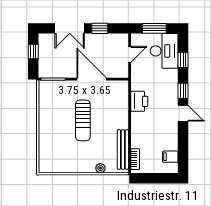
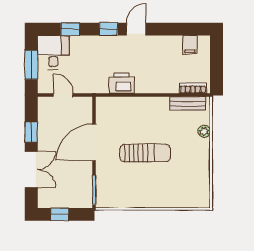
desk: (164, 51) -> (53, 52), width x0.73
bench: (123, 150) -> (188, 103), width x0.73

